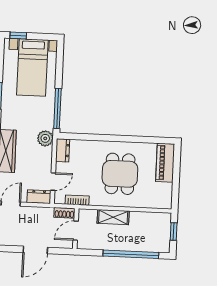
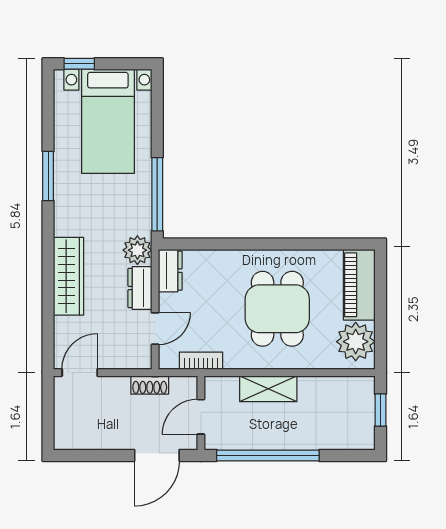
plant: (162, 194) -> (356, 342), added
dresser: (39, 197) -> (140, 288), moved, turned -90
shoe rack: (64, 213) -> (150, 385), moved
door: (35, 250) -> (157, 455), moved
window: (131, 254) -> (268, 455), moved

